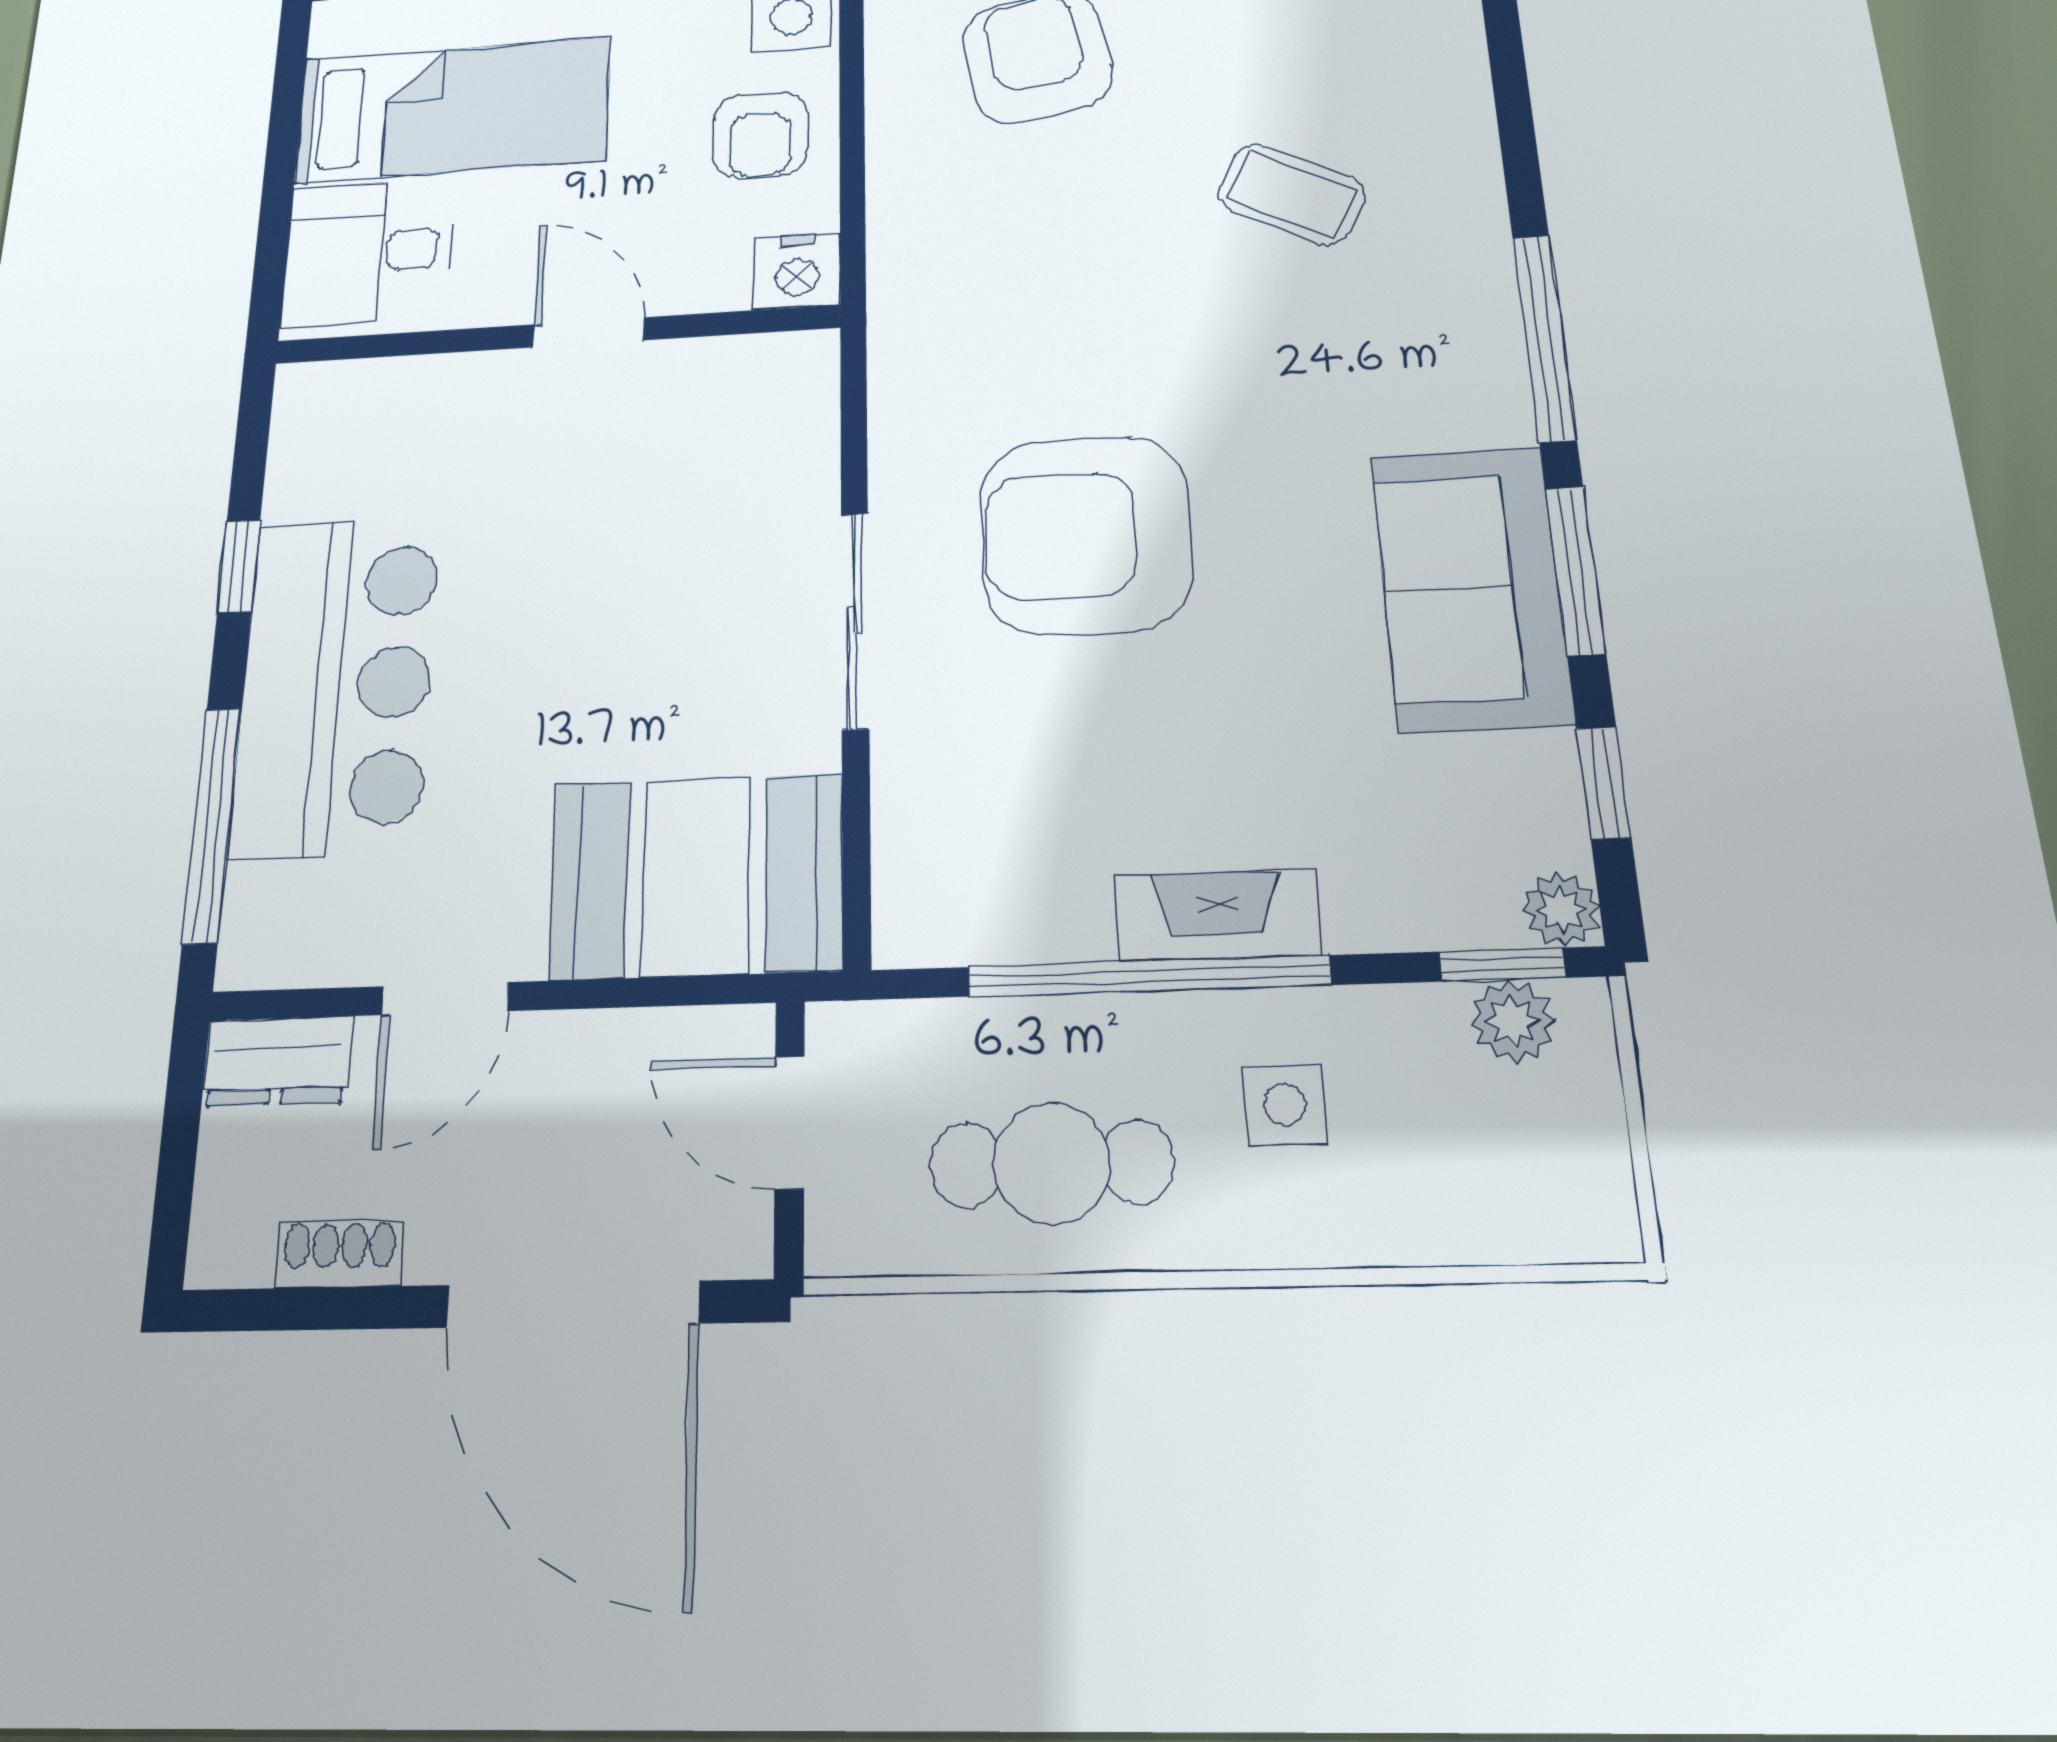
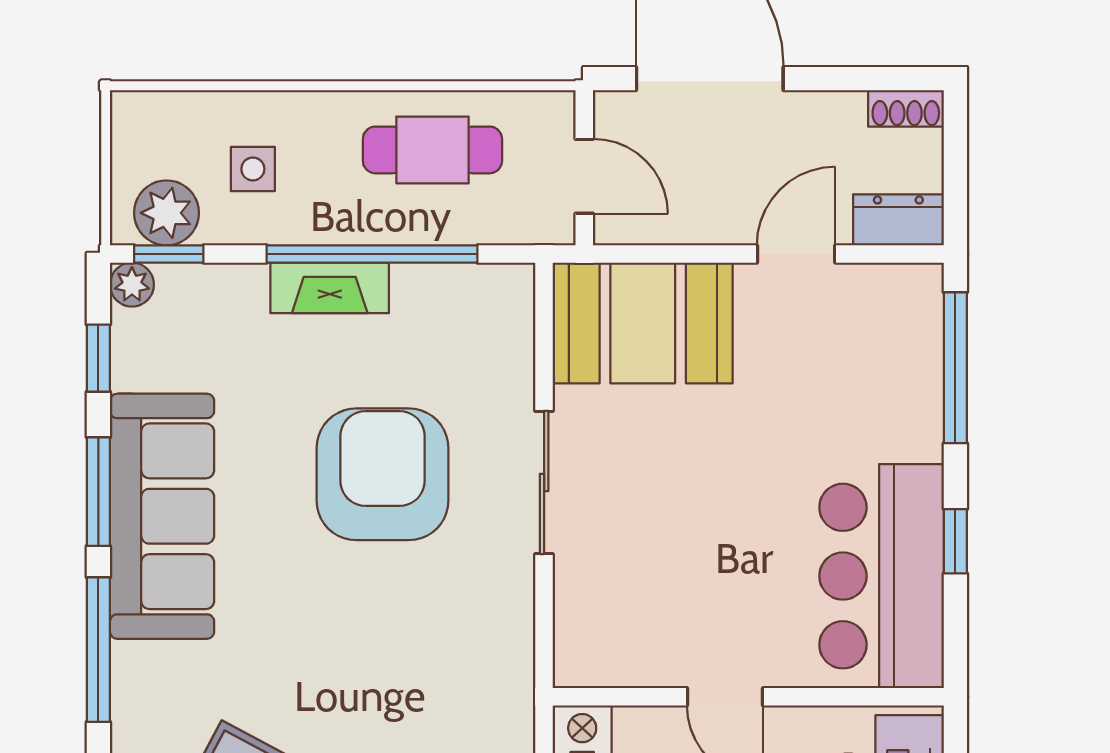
armchair: (1086, 535) -> (383, 474), moved, turned -90
sofa: (1471, 587) -> (162, 516), width x1.36
bar counter: (336, 685) -> (882, 576), moved
plant: (1513, 1021) -> (166, 213), width x1.38, depth x1.38
side table: (1285, 1105) -> (253, 169), moved
shoe rack: (339, 1254) -> (906, 108), moved

